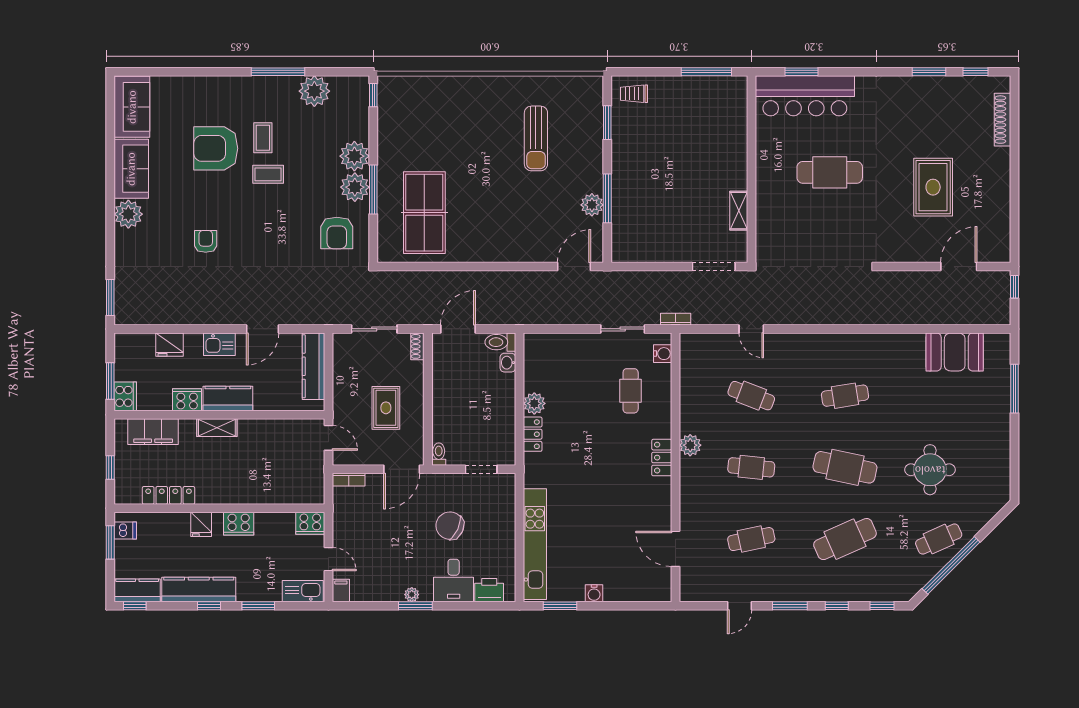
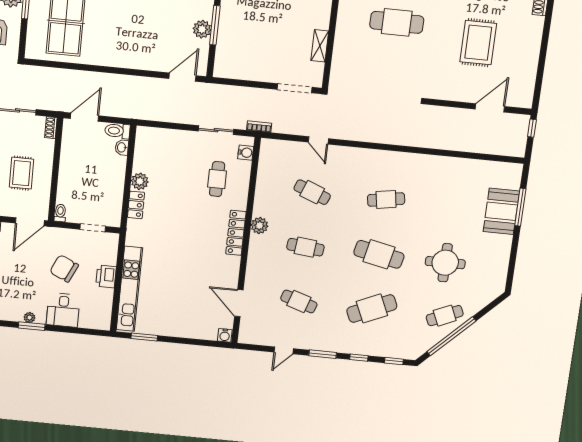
booth: (955, 352) -> (501, 211), moved, turned 90
locker: (662, 458) -> (236, 233), width x1.53
cafe table: (751, 539) -> (299, 301), turned 30
printer: (489, 590) -> (106, 276), moved, turned -90
water cooler: (594, 593) -> (225, 335), moved

